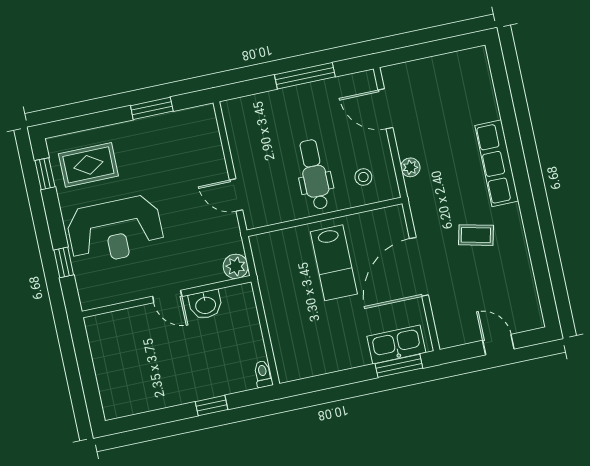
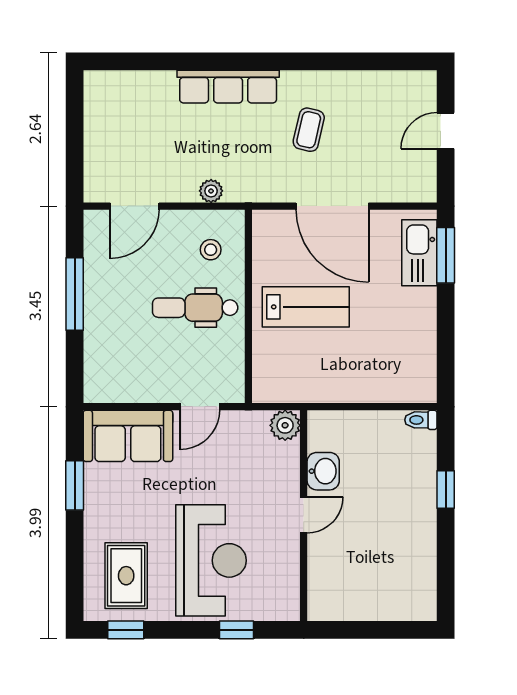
sofa: (200, 143) -> (128, 436), added

